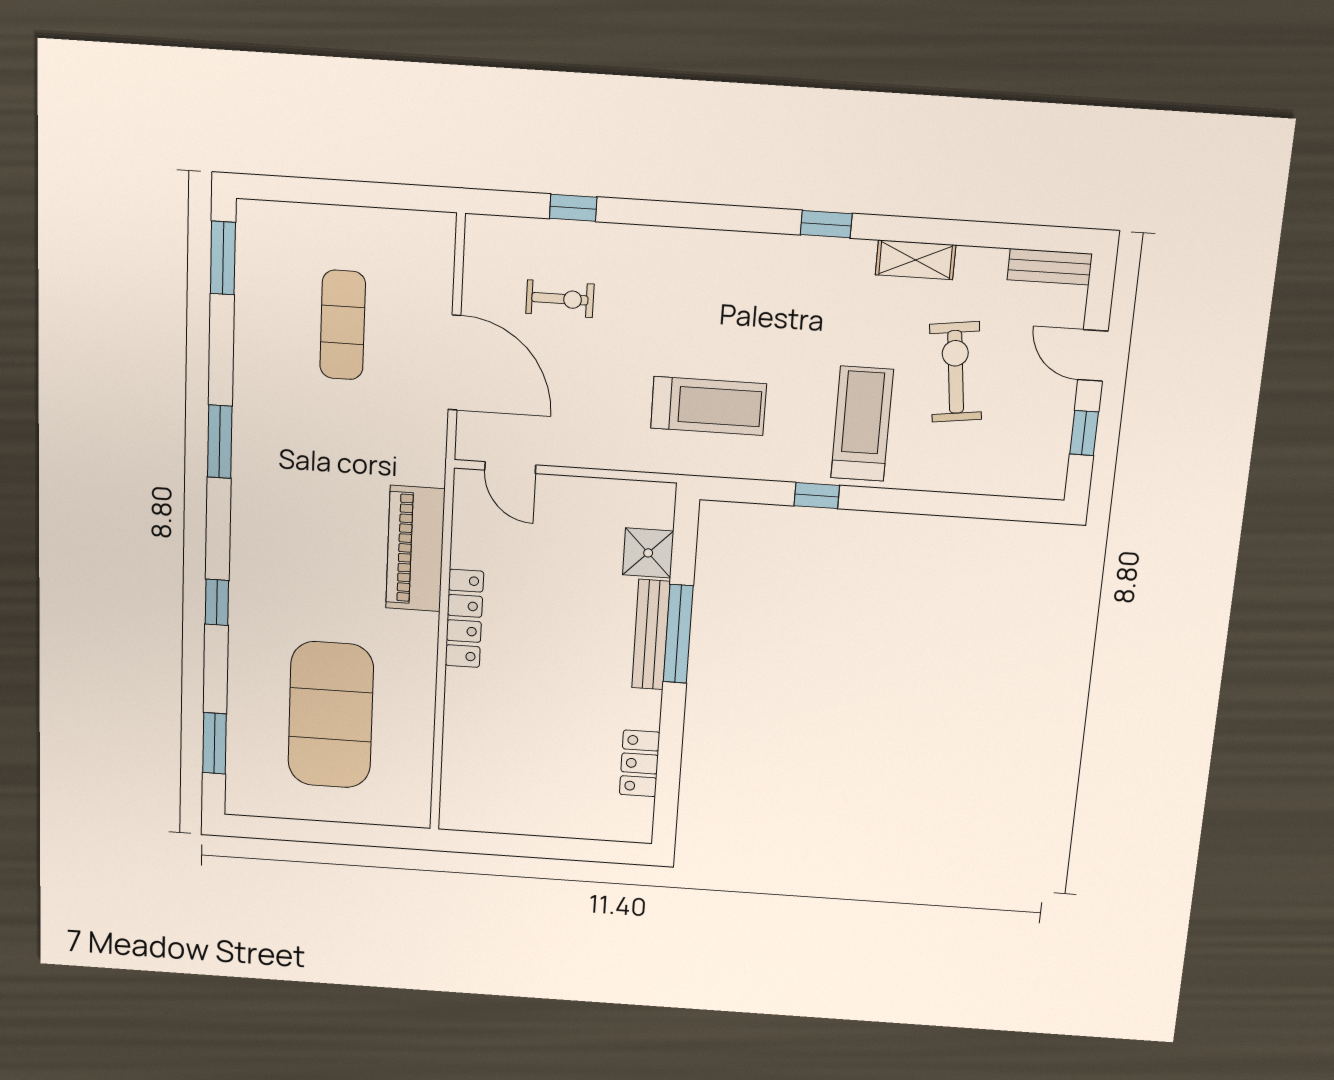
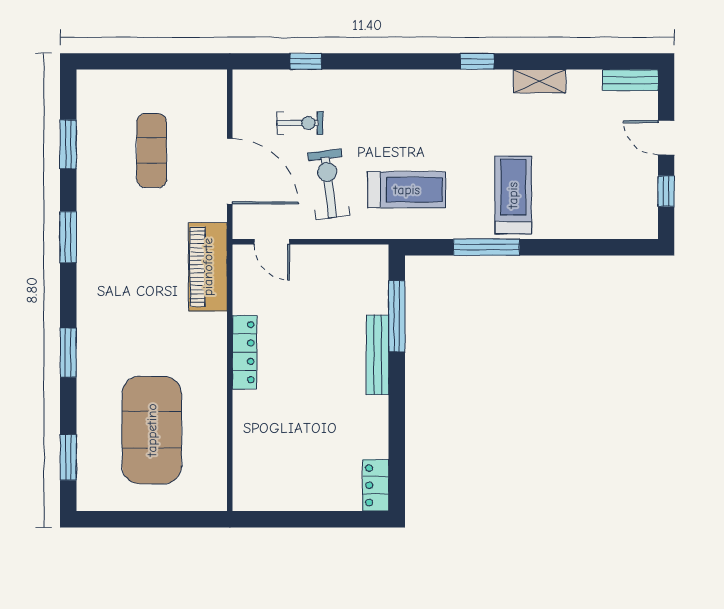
window: (223, 258) -> (68, 144), moved
exercise bike: (956, 372) -> (329, 184), moved
window: (817, 496) -> (486, 247), width x2.17
piano: (415, 549) -> (208, 267), moved
shower: (648, 553) -> (372, 296), removed
window: (217, 602) -> (68, 353), width x1.50
window: (678, 634) -> (397, 316), moved
locker: (640, 763) -> (376, 485), moved

